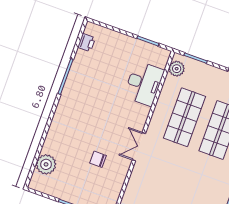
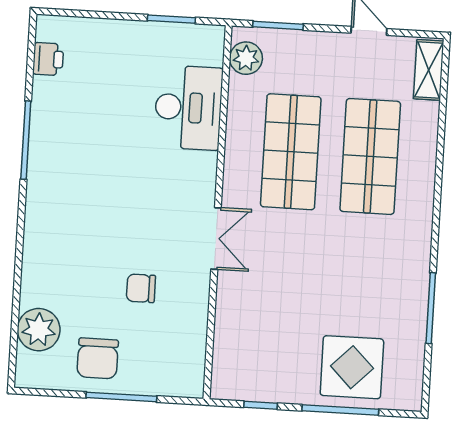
double door: (139, 147) -> (216, 238), swing flipped
chair: (69, 185) -> (98, 358), added

